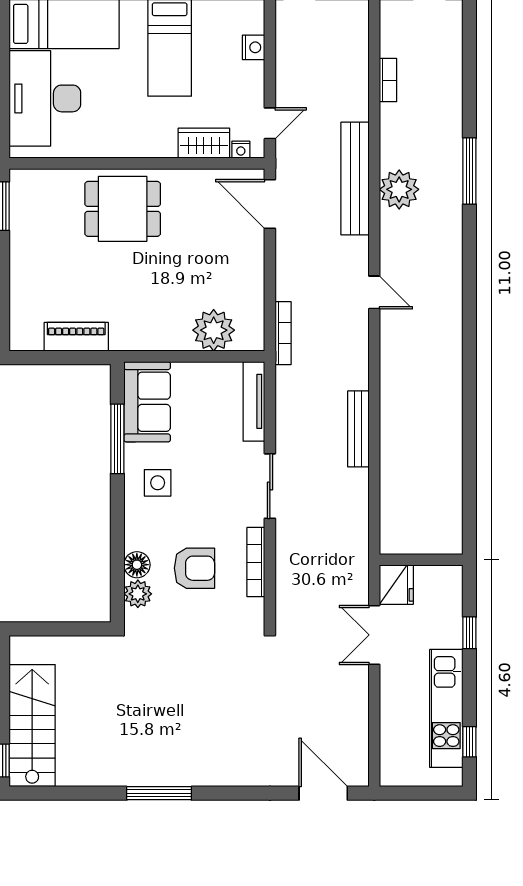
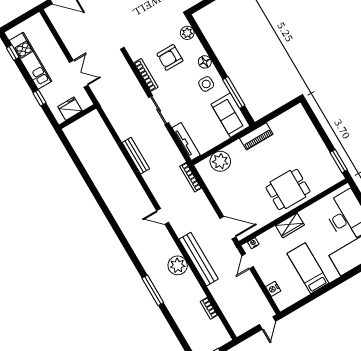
wardrobe: (204, 143) -> (290, 225), moved
piano: (76, 337) -> (256, 136), moved
floor lamp: (137, 565) -> (205, 62), moved
fridge: (396, 585) -> (70, 109), moved, turned 90

